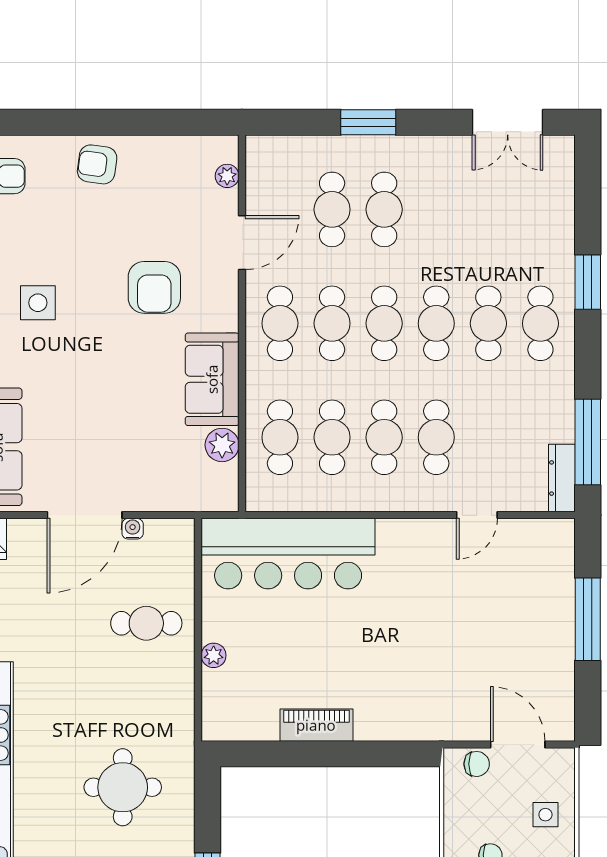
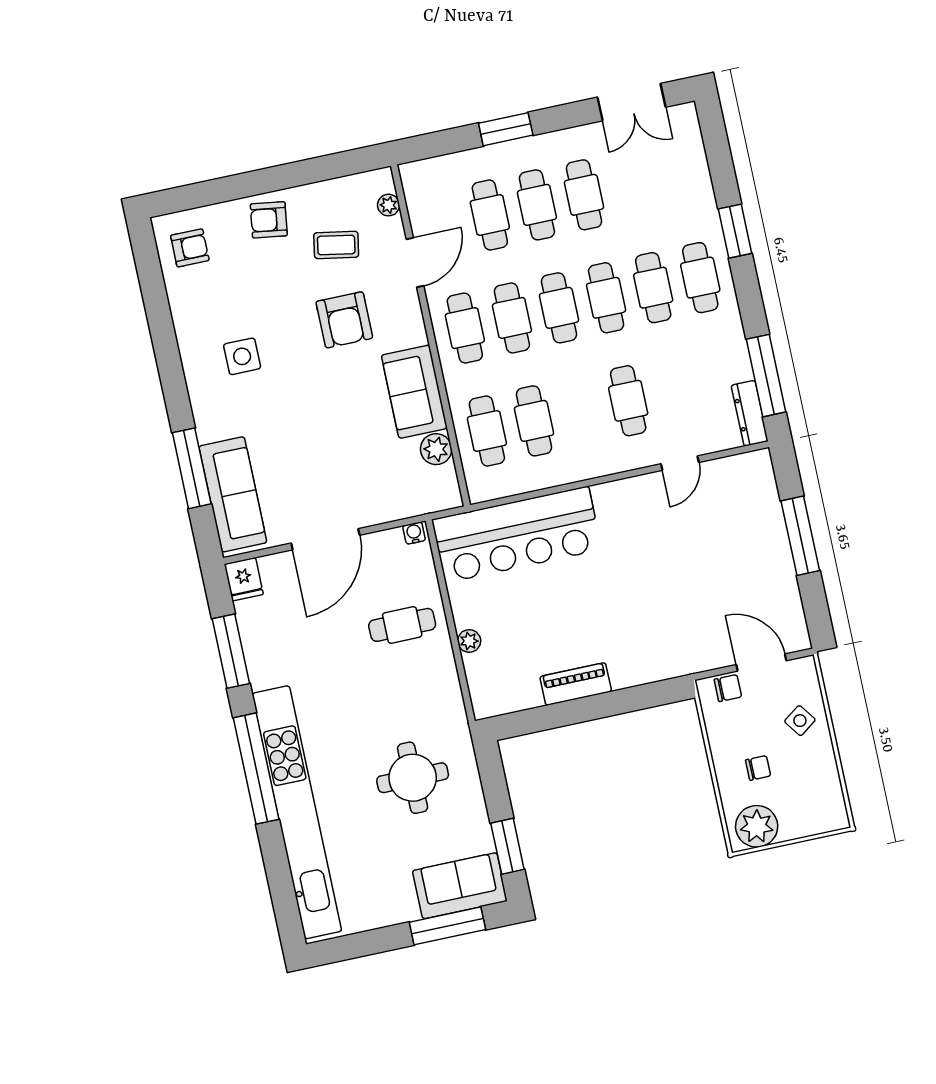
coffee table: (163, 206) -> (336, 245), added
cafe table: (384, 437) -> (584, 195), moved
water cooler: (133, 529) -> (414, 533), moved
side table: (545, 815) -> (800, 721), turned -36

